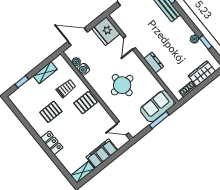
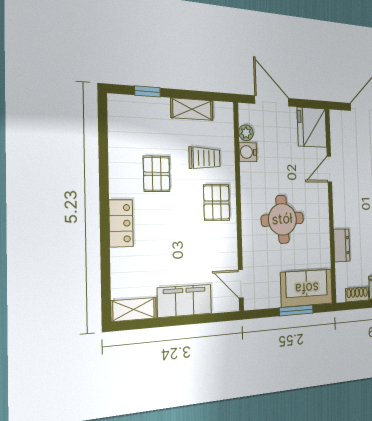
dresser: (154, 62) -> (342, 245), moved
pallet: (86, 103) -> (217, 202), turned 90
pallet: (51, 112) -> (157, 174), turned 90

